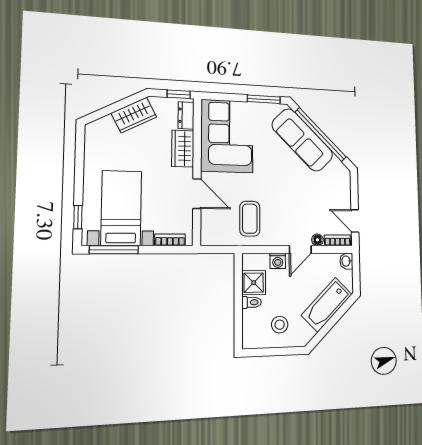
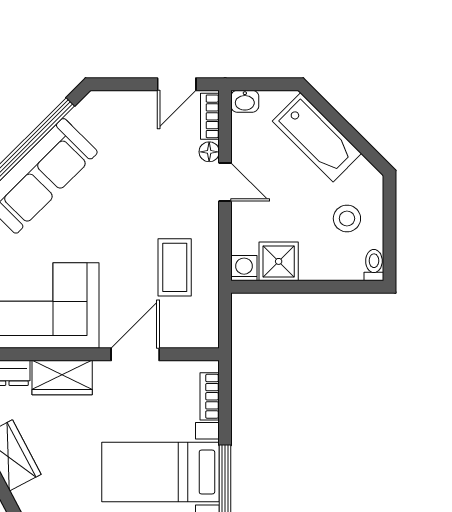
coffee table: (250, 219) -> (175, 267), turned 90
washing machine: (278, 261) -> (244, 268), moved, turned -90
toilet: (252, 302) -> (374, 265), moved

